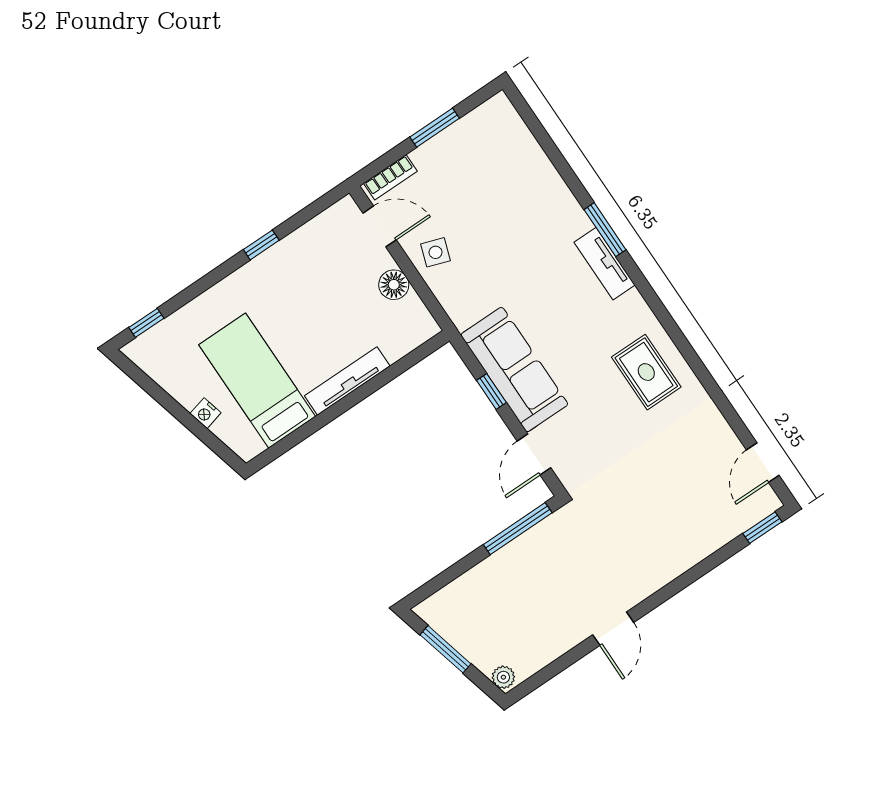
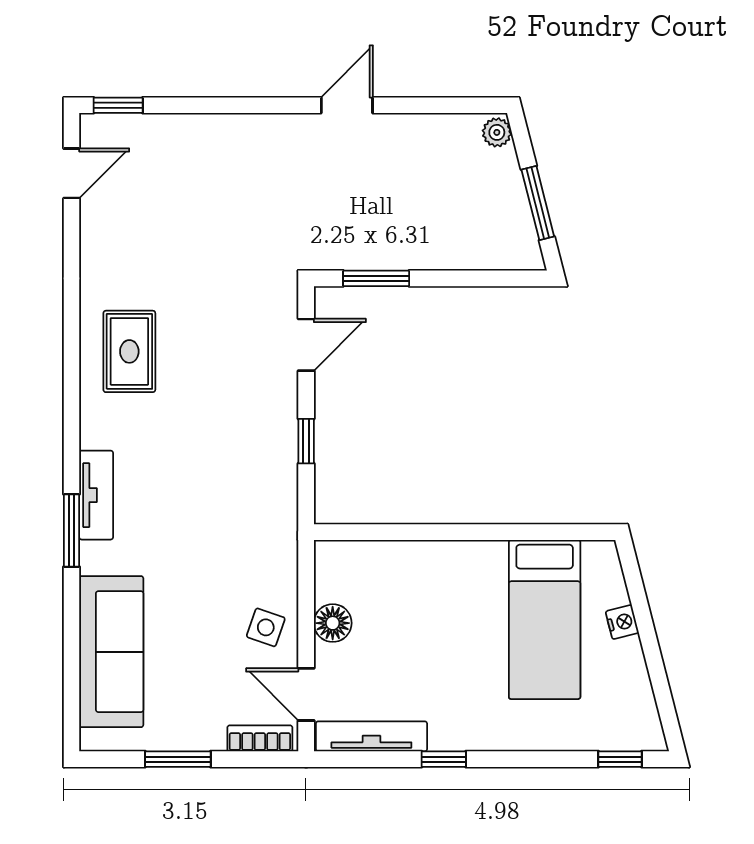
sofa: (514, 370) -> (111, 652), moved, turned 180
tv unit: (347, 381) -> (371, 736), moved, turned 180
window: (518, 529) -> (376, 278), width x0.69

